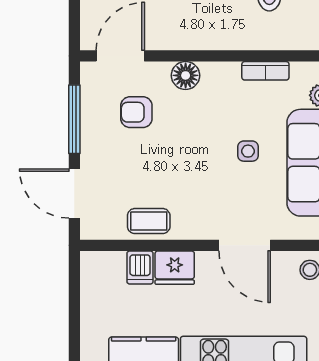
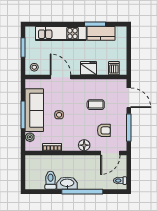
coffee table: (149, 221) -> (96, 105), moved
dishwasher: (140, 268) -> (114, 68), moved

